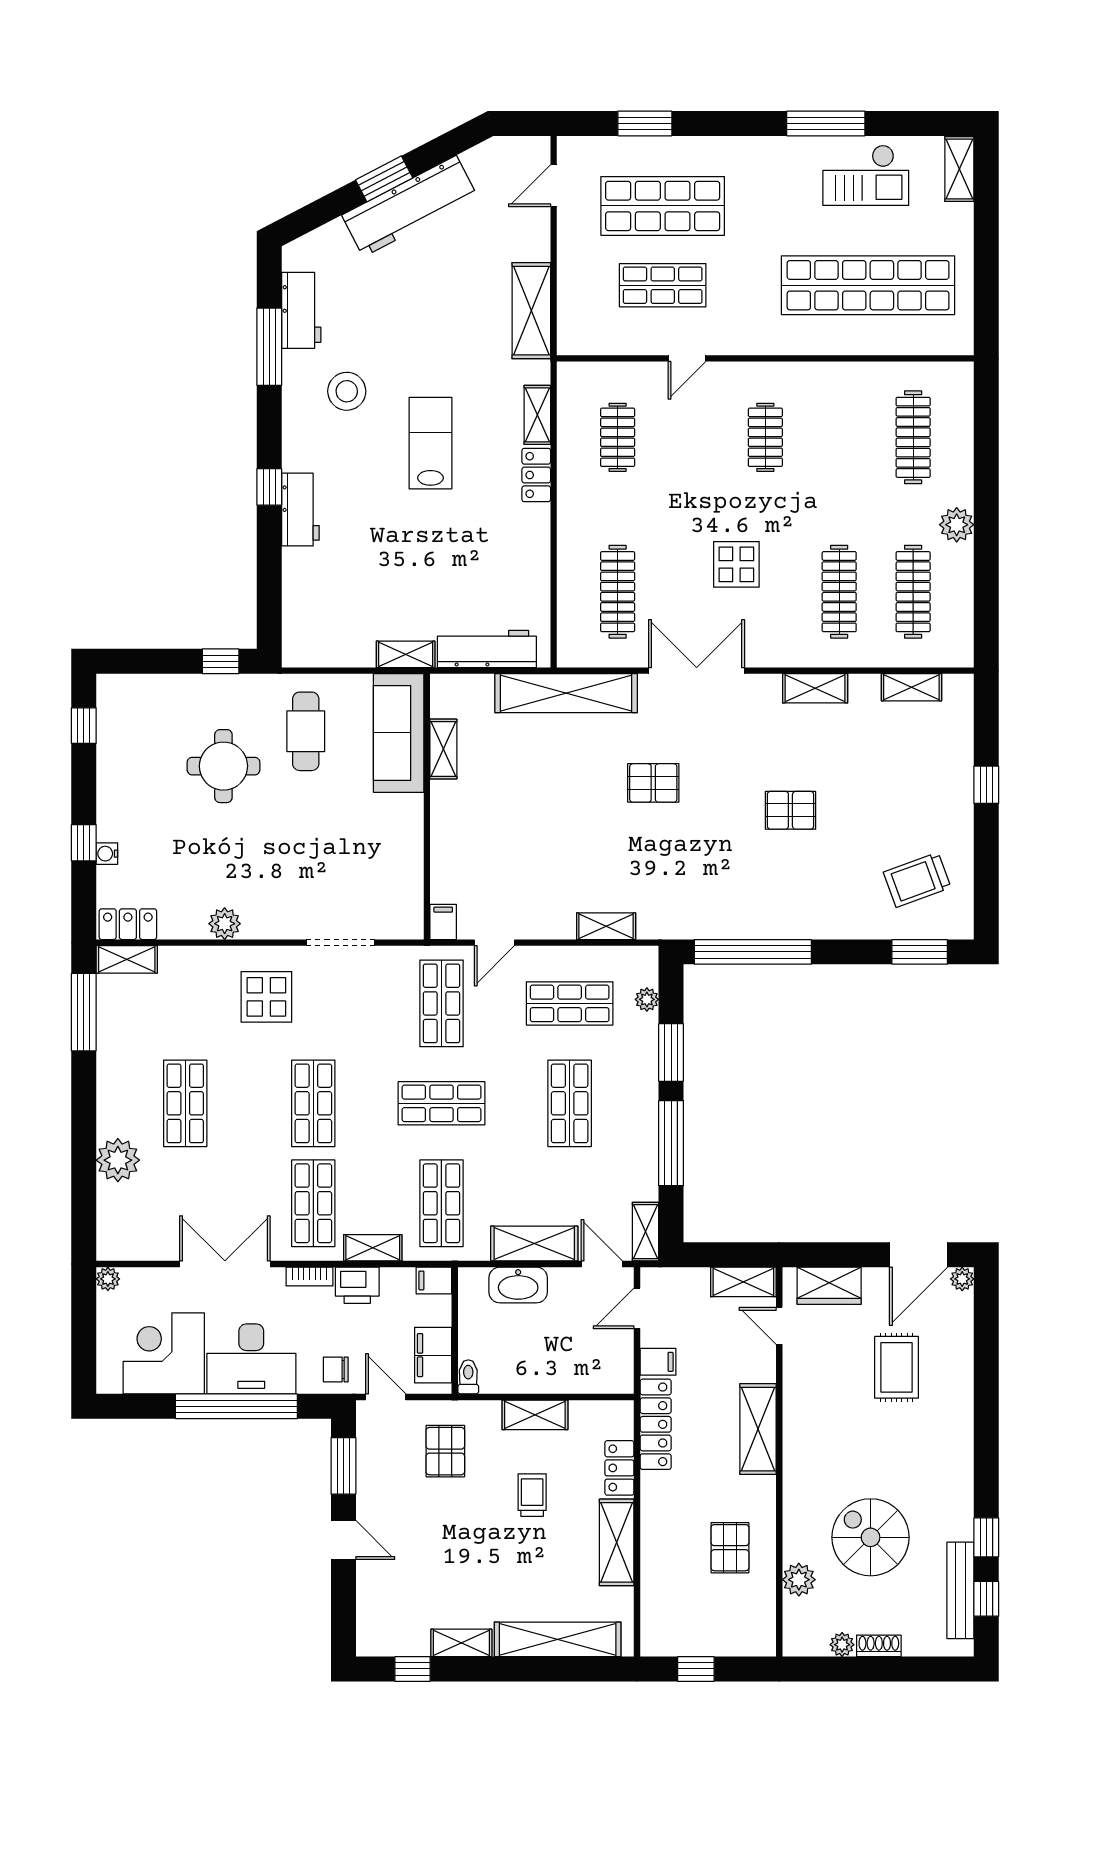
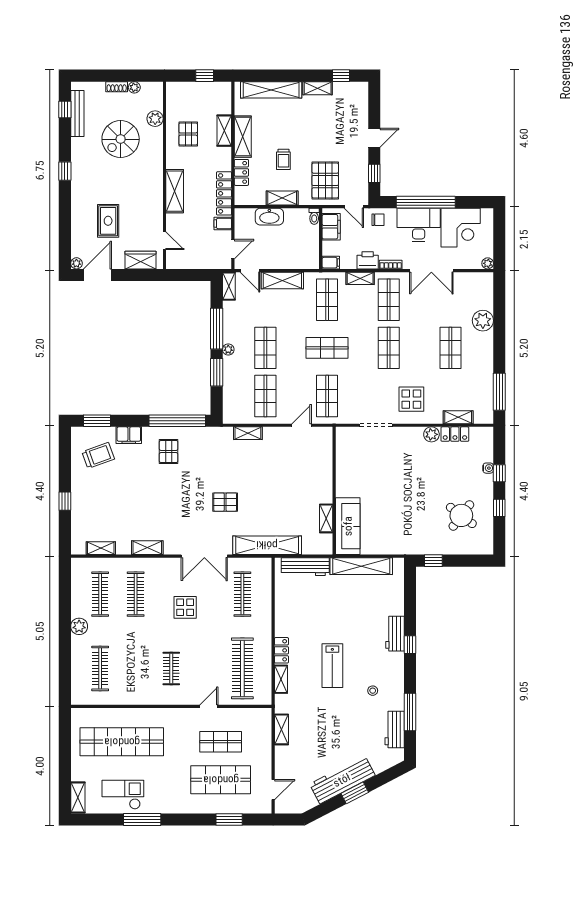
shelving: (531, 311) -> (282, 729), width x0.67, depth x0.75
stool: (347, 391) -> (373, 691), width x0.53, depth x0.53
clothes rail: (618, 437) -> (242, 668), width x1.86, depth x1.31
shelving: (406, 654) -> (361, 566), width x2.20, depth x1.33
window: (84, 726) -> (499, 508), moved
cafe table: (306, 731) -> (392, 527), removed
round table: (223, 766) -> (461, 515), moved, turned 37
pallet: (790, 810) -> (169, 451), moved, turned 90
filing cabinet: (443, 922) -> (129, 435), moved, width x2.00
locker: (128, 924) -> (455, 434), moved
shelving: (127, 959) -> (458, 417), moved
plant: (647, 999) -> (228, 349), moved
shop shelf: (570, 1003) -> (265, 396), turned 90
shelving: (743, 1282) -> (224, 131), moved, turned 90
washbasin: (518, 1285) -> (269, 217), moved, turned 180
pallet: (445, 1451) -> (325, 180), width x1.50, depth x1.42
window: (343, 1466) -> (374, 173), width x0.67
spiral stairs: (871, 1537) -> (121, 139), turned 90
window: (986, 1537) -> (65, 171), moved
door: (343, 1540) -> (374, 138), swing flipped

